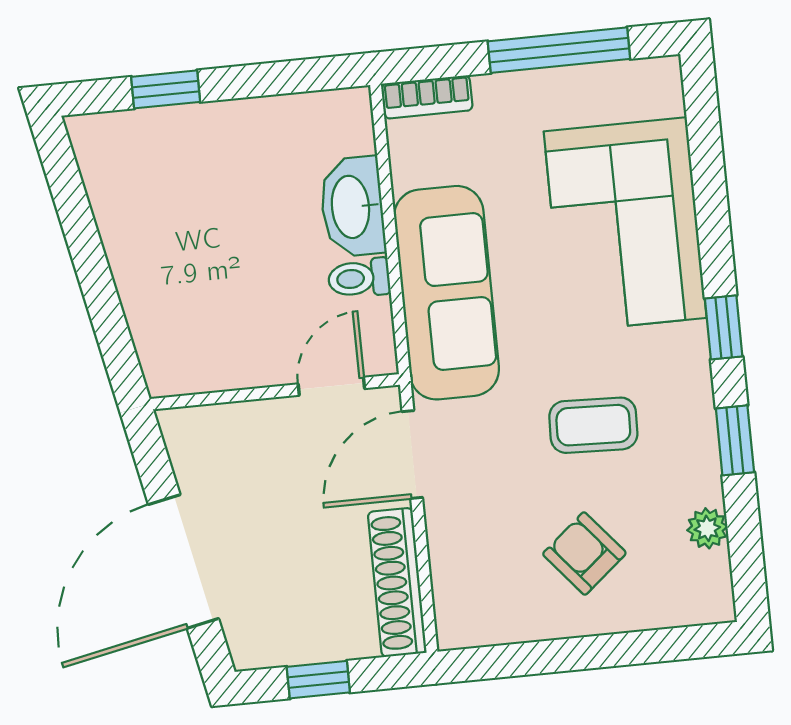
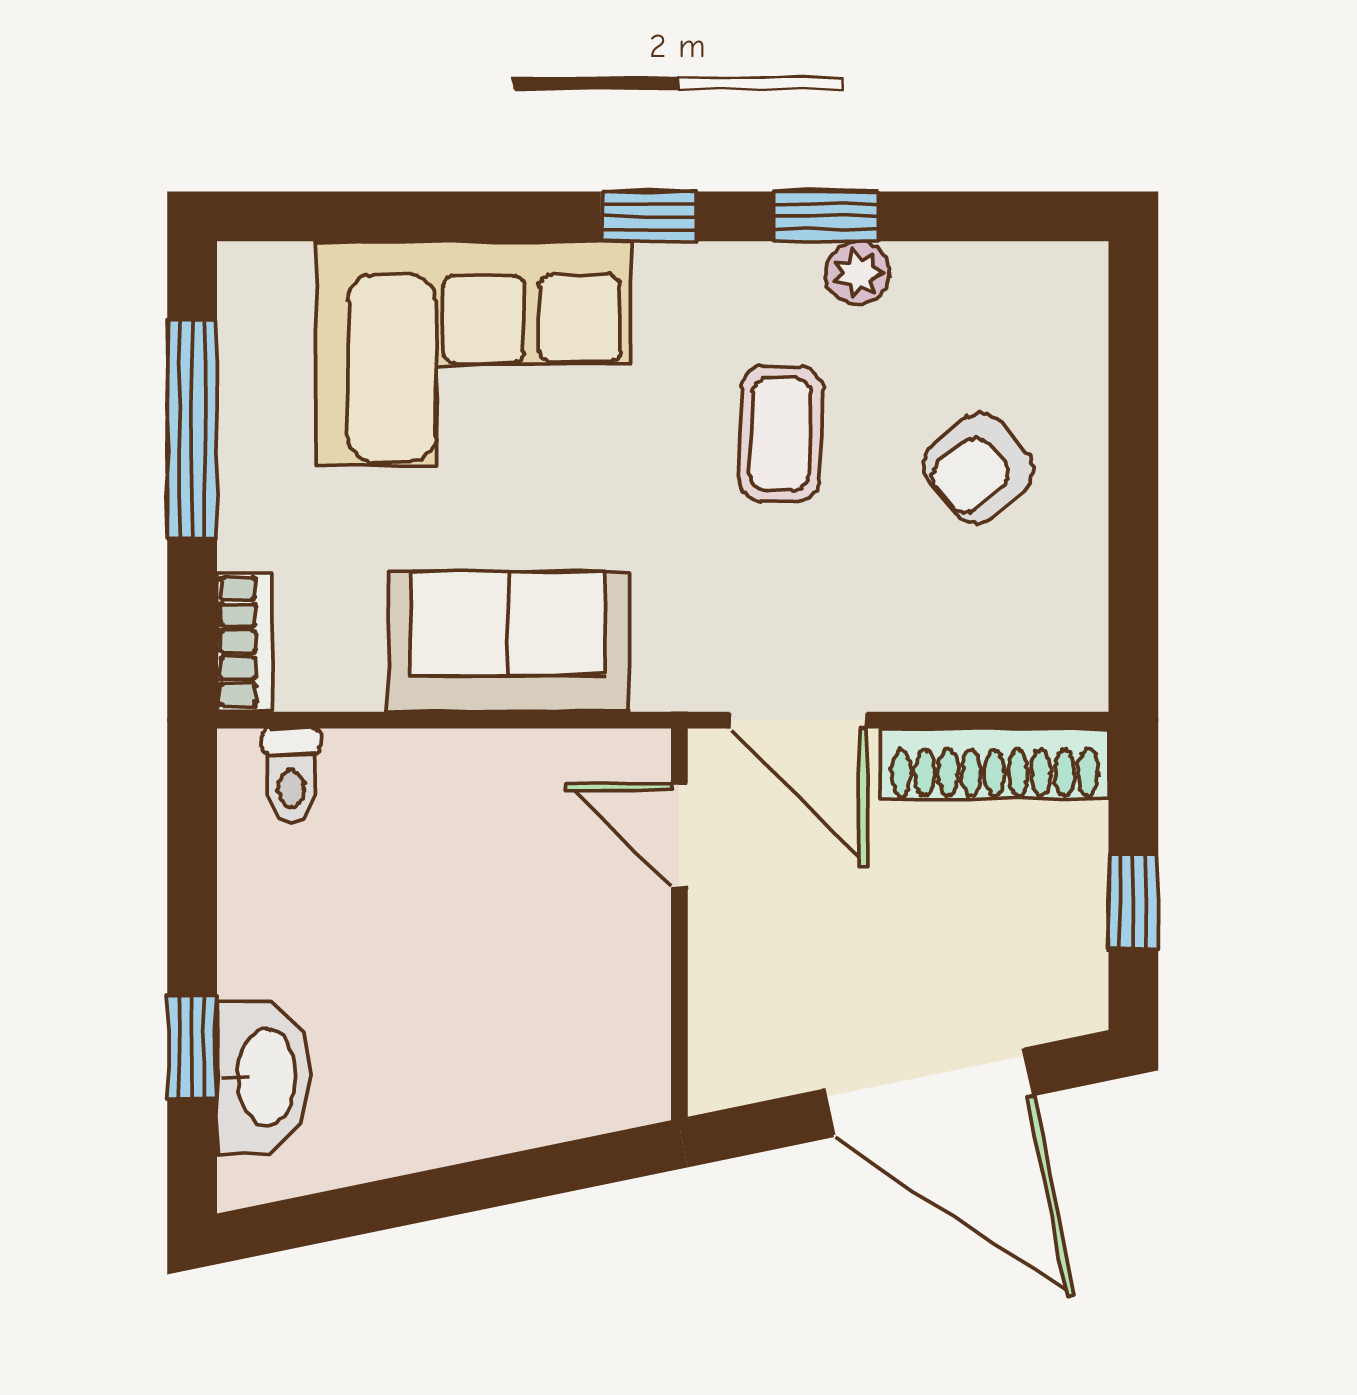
washbasin: (352, 207) -> (264, 1077), moved, turned -90
toilet: (359, 278) -> (291, 776), moved
sofa: (447, 293) -> (508, 642), width x0.73
plant: (707, 528) -> (858, 273), moved

